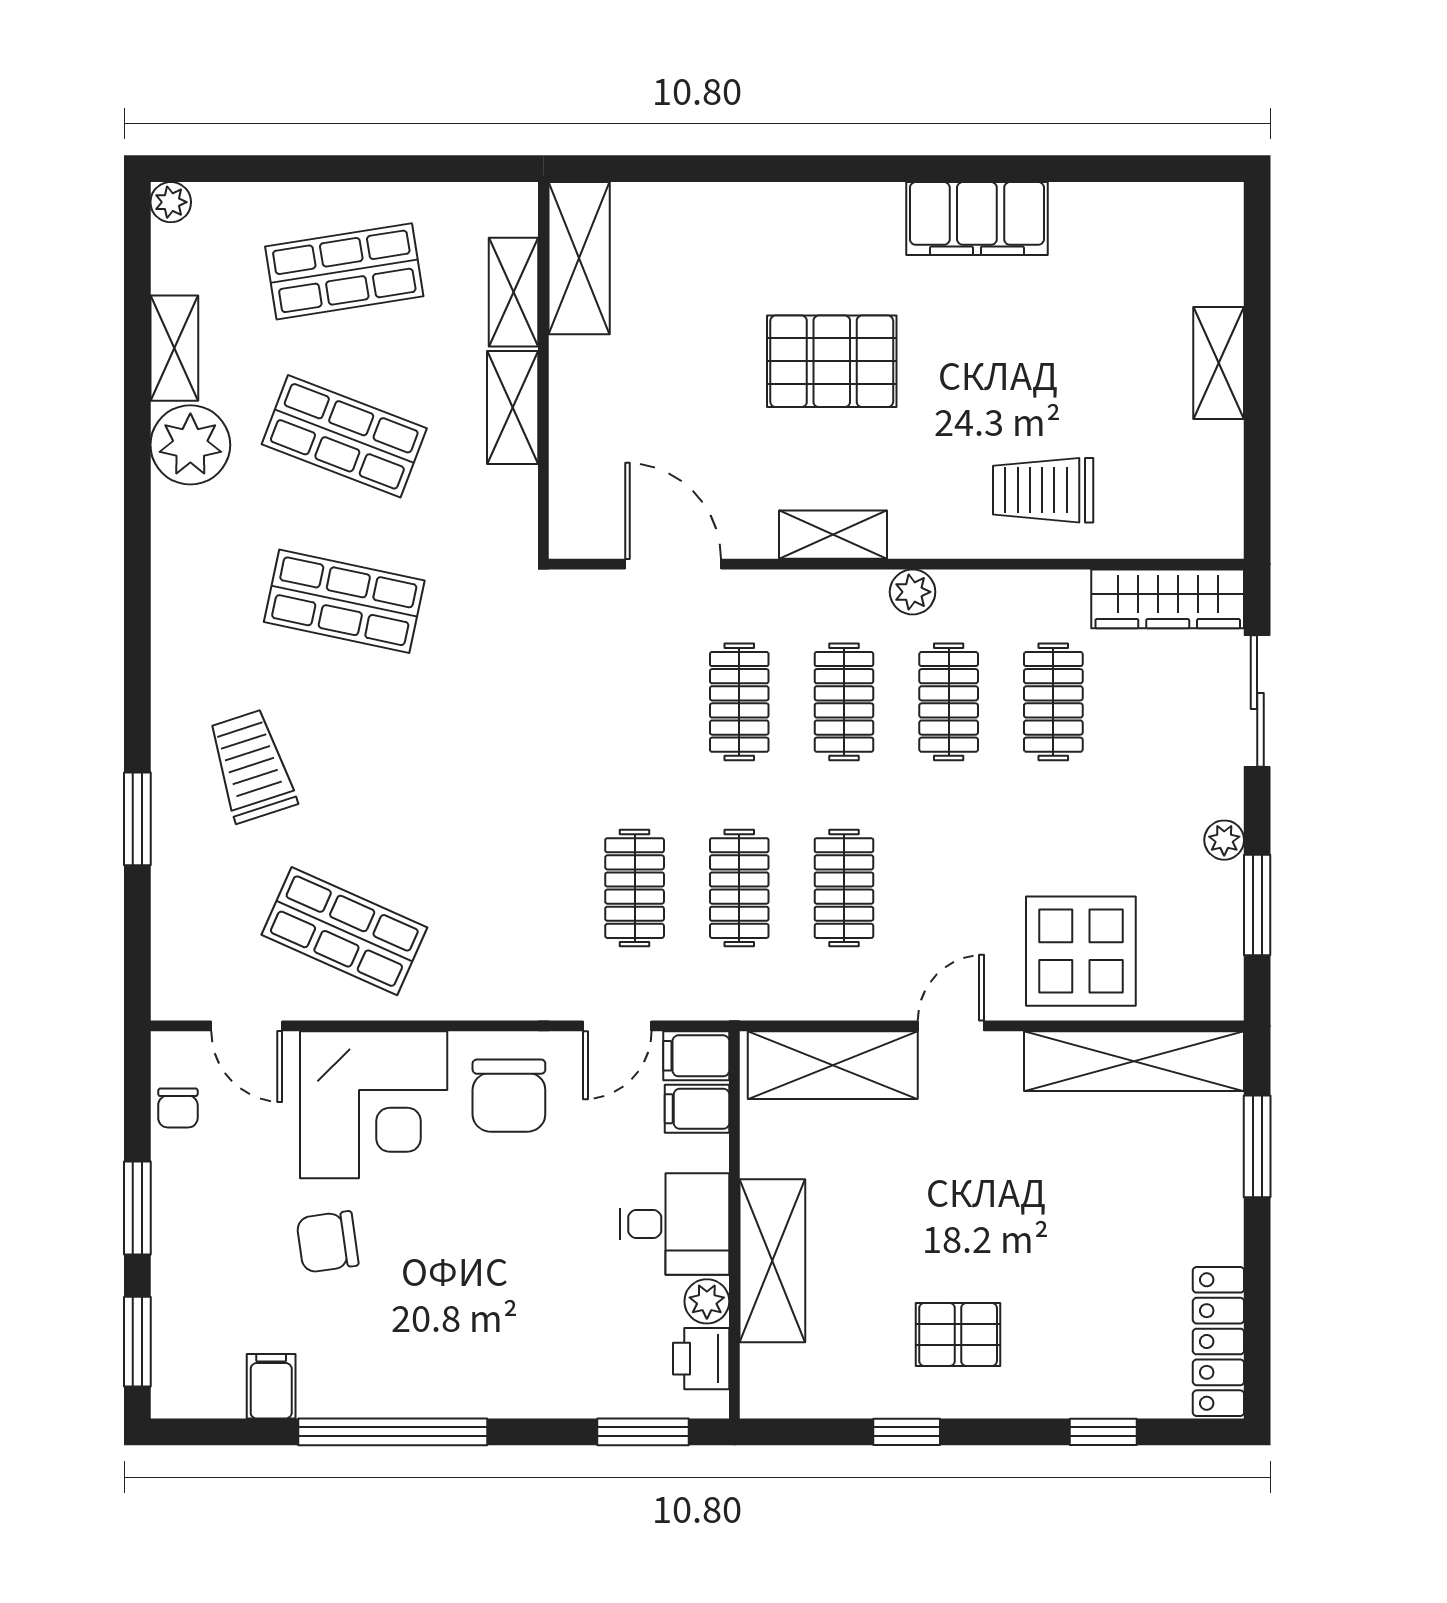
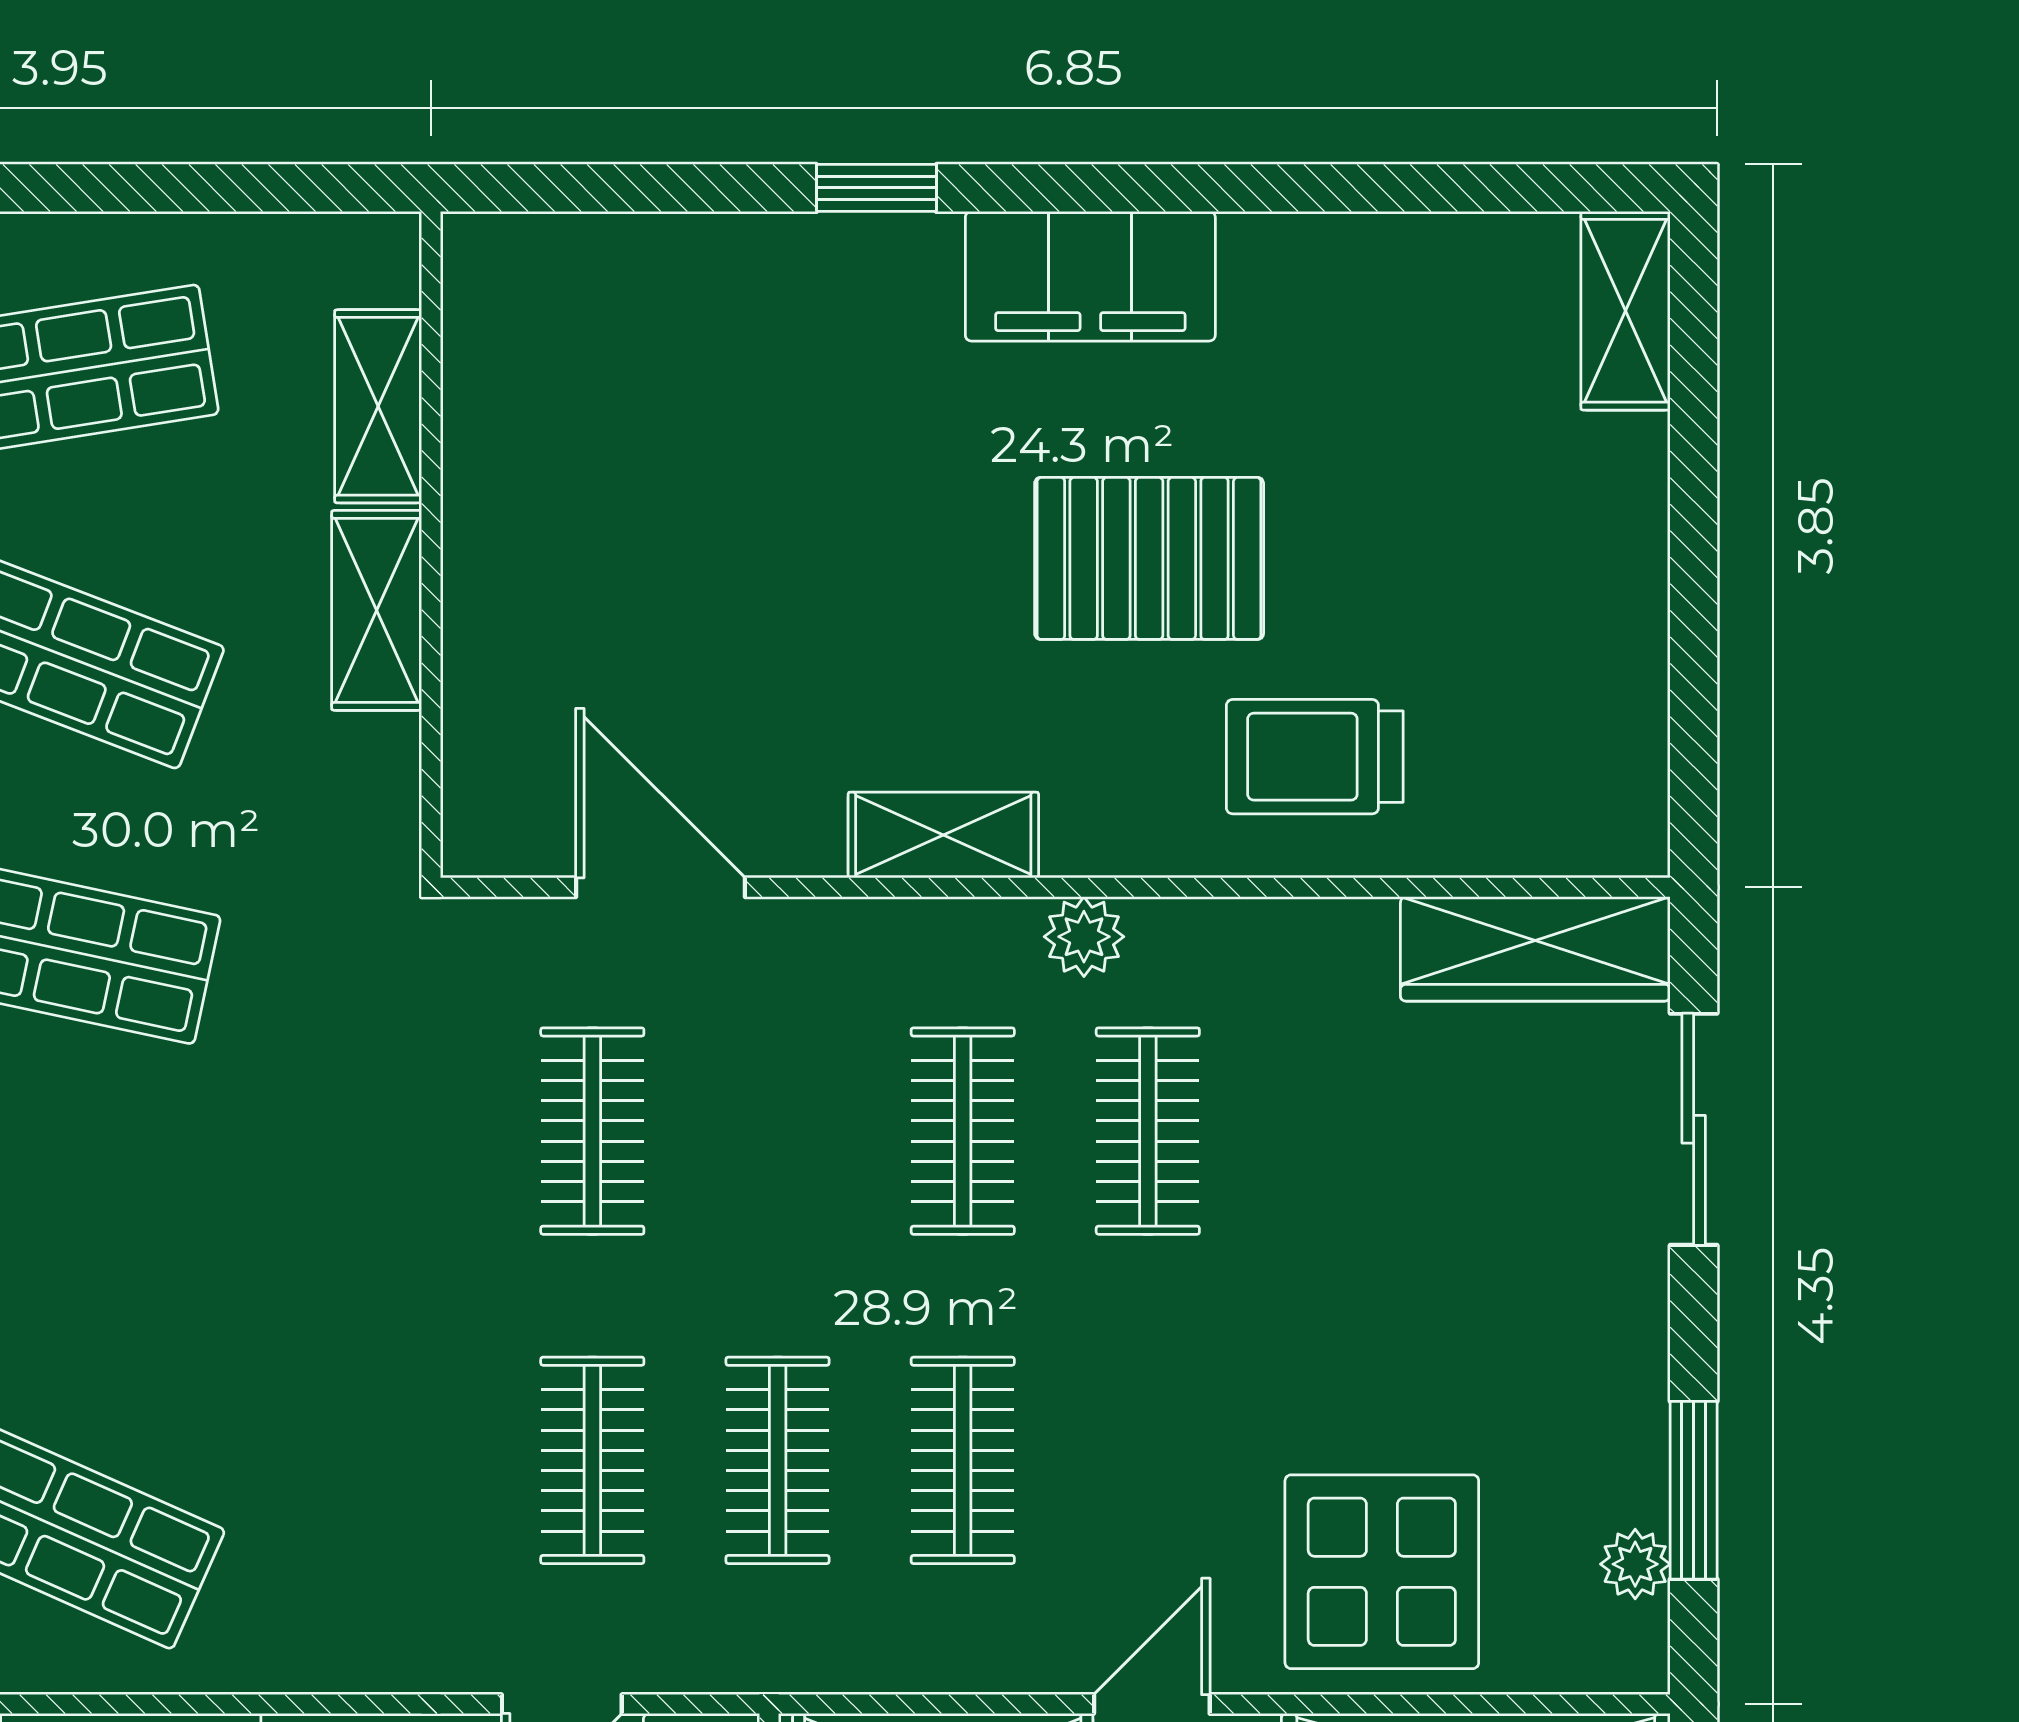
window: (795, 169) -> (876, 188), added
filing cabinet: (977, 219) -> (1090, 276), moved
shelving: (579, 258) -> (494, 346), removed
pallet: (832, 361) -> (1149, 558), moved
shelving: (1219, 363) -> (1625, 311), moved
clothes rail: (739, 702) -> (592, 1131), moved
clothes rail: (1053, 702) -> (1333, 1131), removed
plant: (1224, 840) -> (1635, 1564), moved

